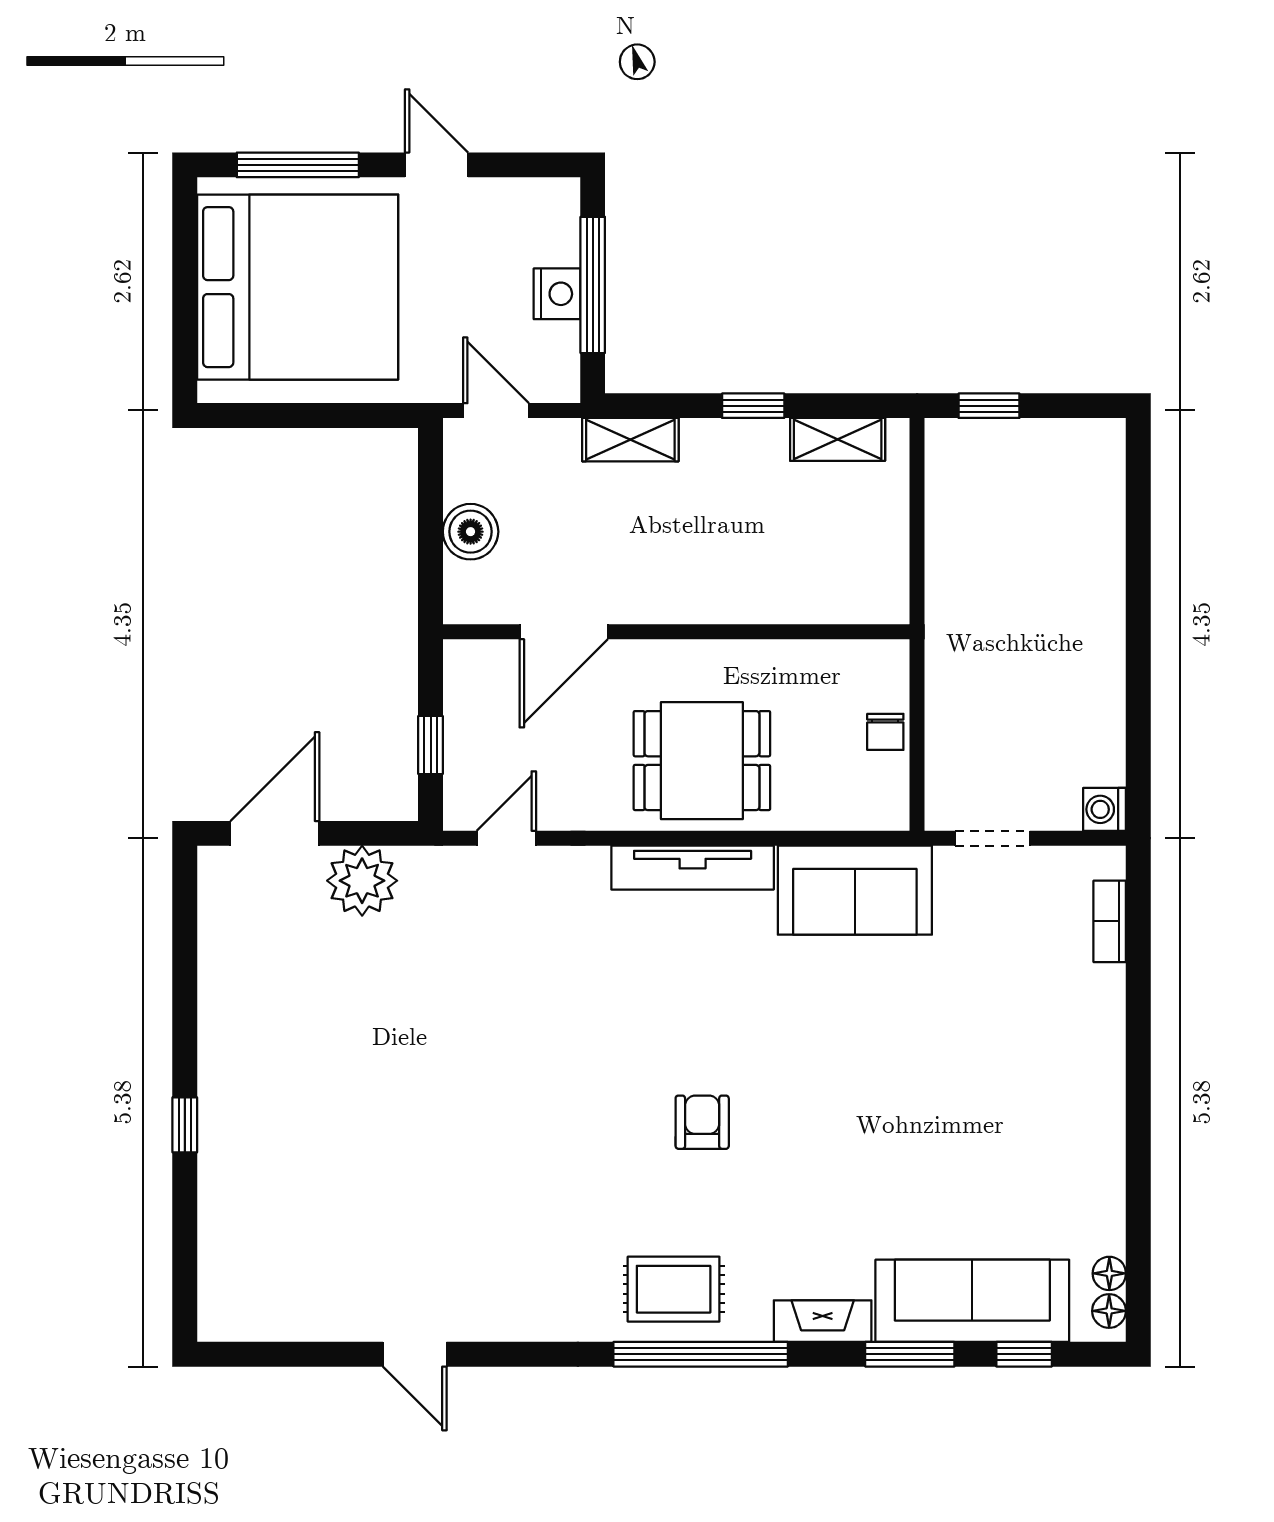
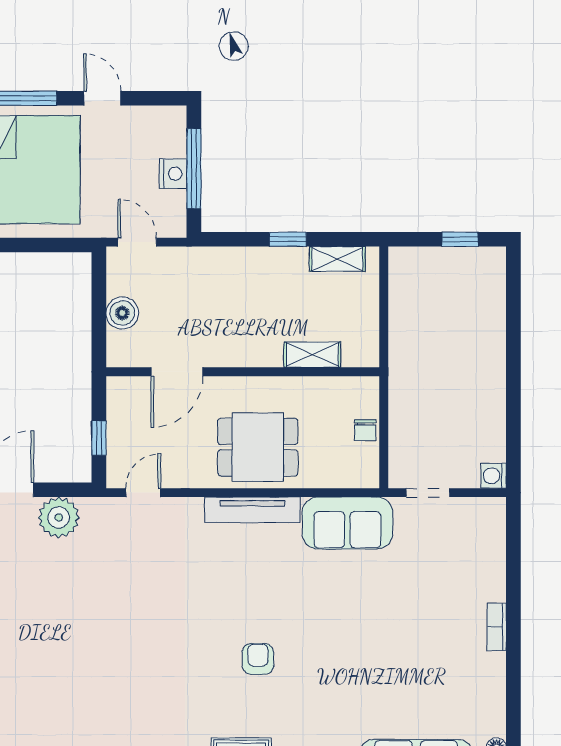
window: (989, 406) -> (460, 239), moved
shelving: (630, 440) -> (312, 355), moved
bookcase: (1110, 921) -> (497, 627), moved

